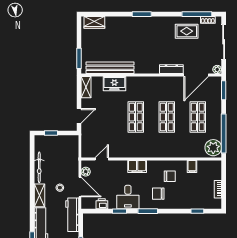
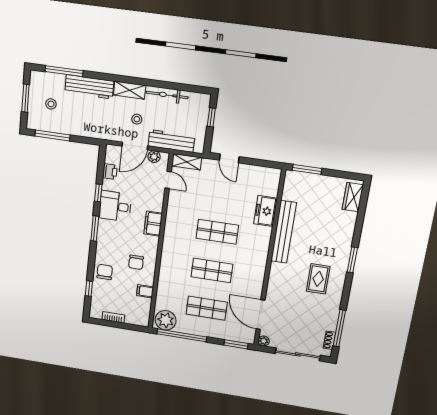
rug: (187, 31) -> (318, 279), moved
bench: (110, 68) -> (284, 232), moved
dresser: (171, 69) -> (273, 286), removed
shelving: (86, 87) -> (187, 162), moved
chair: (158, 194) -> (105, 272), moved
workbench: (72, 215) -> (171, 141), moved

